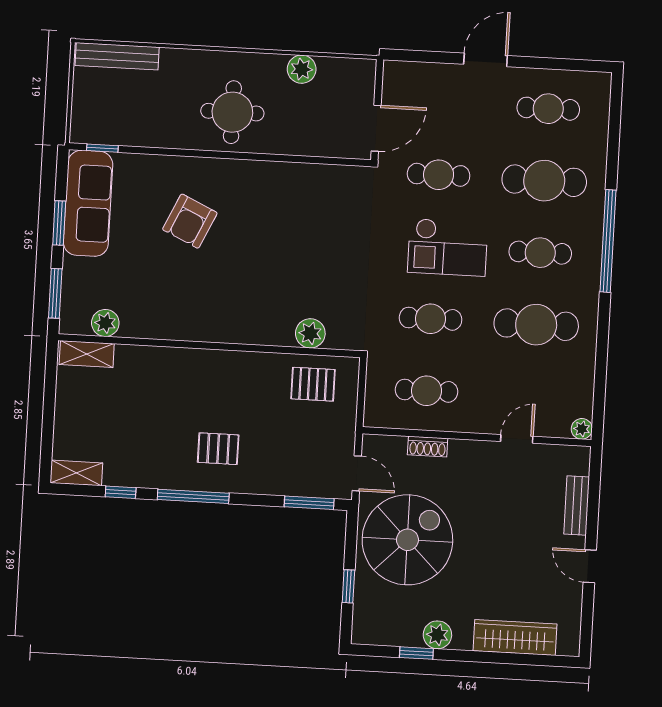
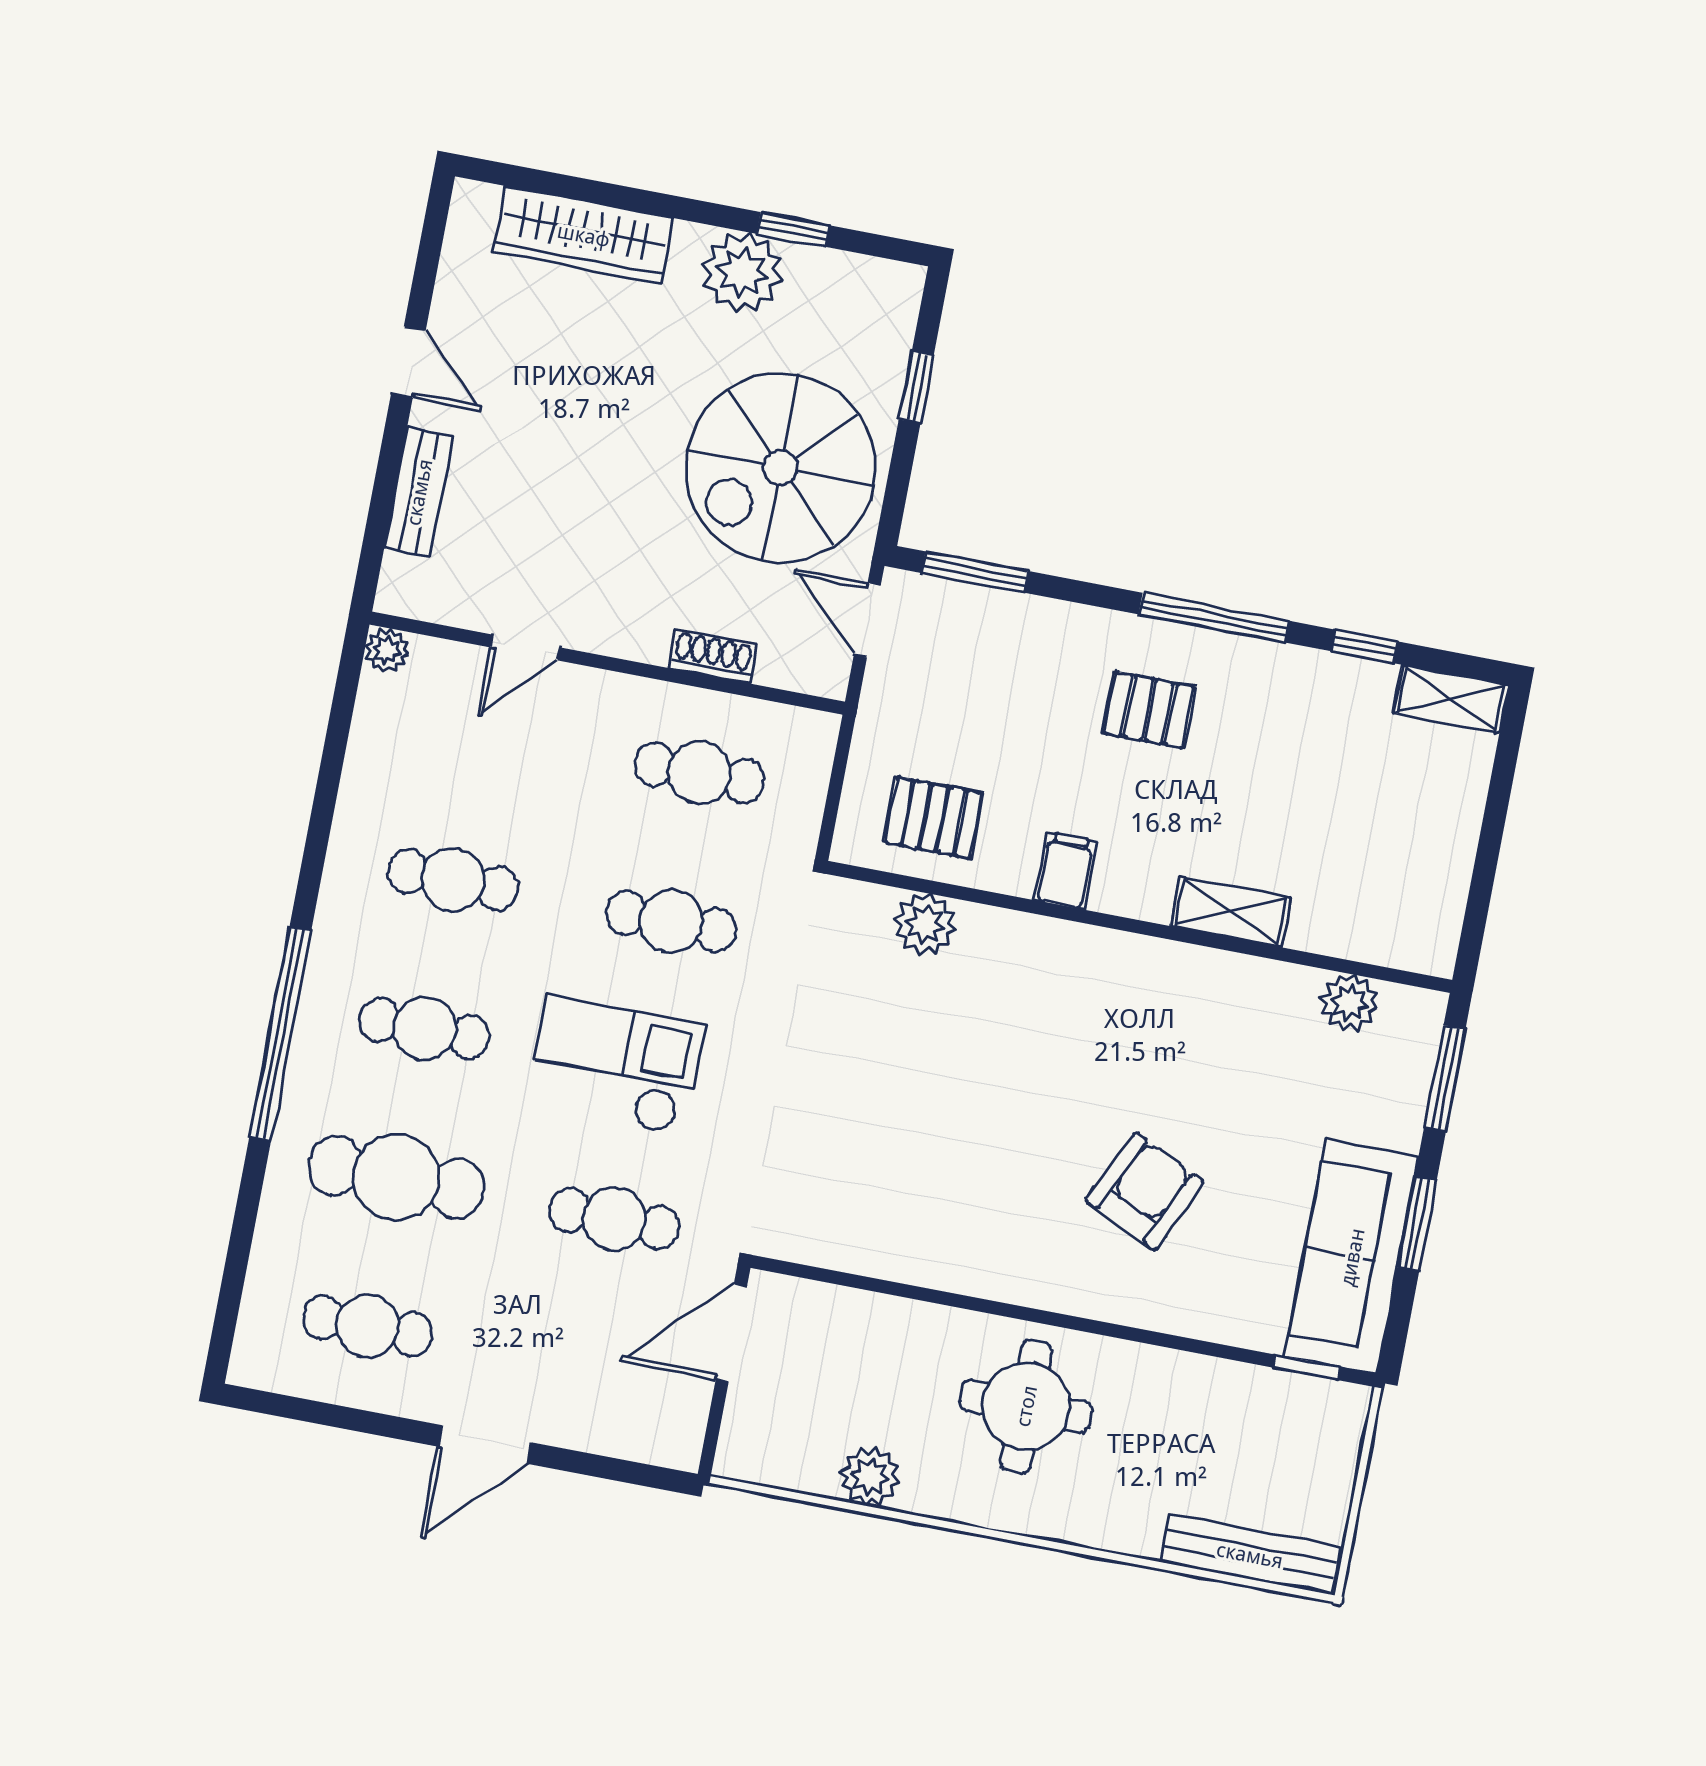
cafe table: (536, 325) -> (453, 880), width x0.73, depth x0.74
shelving: (87, 354) -> (1231, 912), moved
filing cabinet: (248, 368) -> (1065, 870), added
plant: (437, 635) -> (742, 272), width x1.36, depth x1.36

